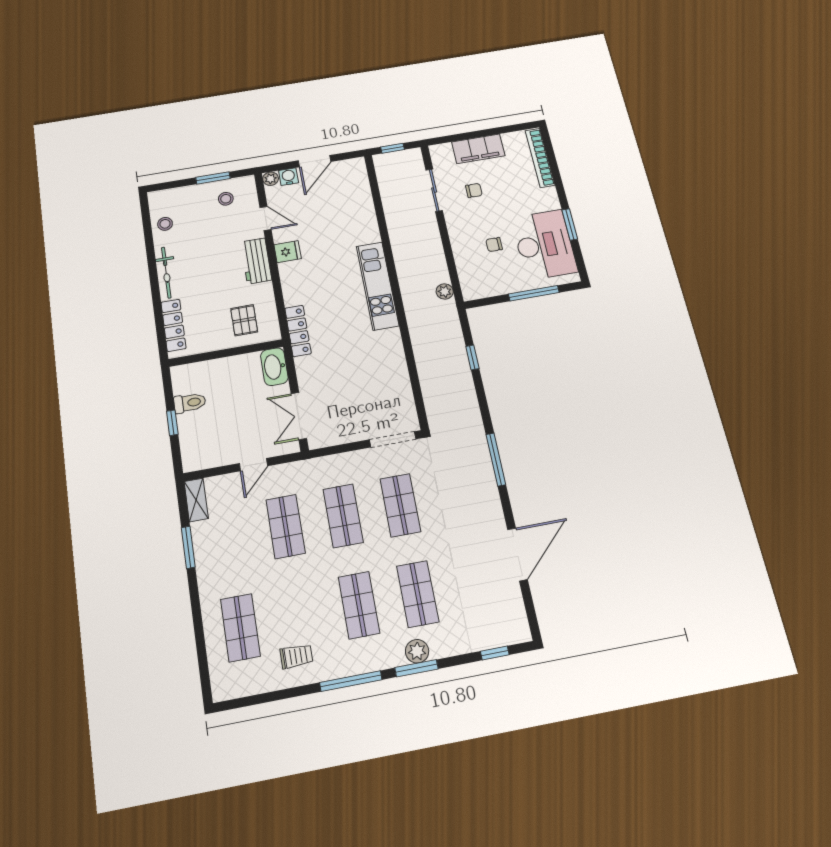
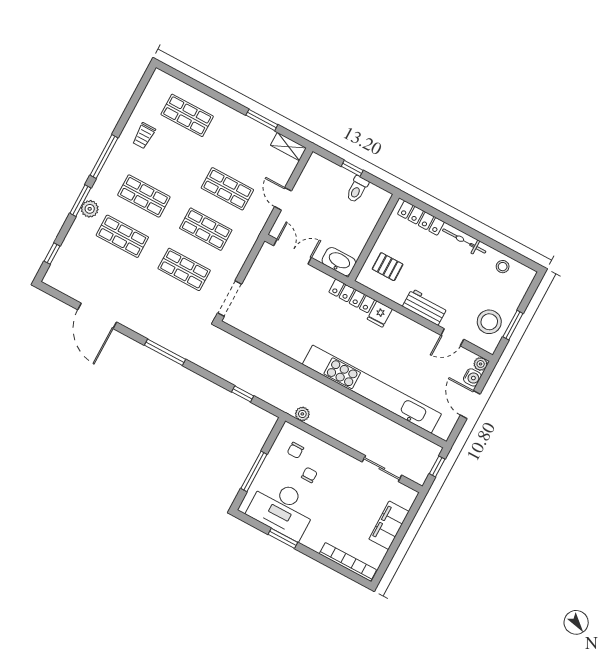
chair: (474, 190) -> (295, 450), moved
stool: (226, 199) -> (489, 322), width x1.89, depth x1.89
fridge: (288, 252) -> (380, 314), moved
kitchen unit: (378, 286) -> (372, 389), width x1.86

